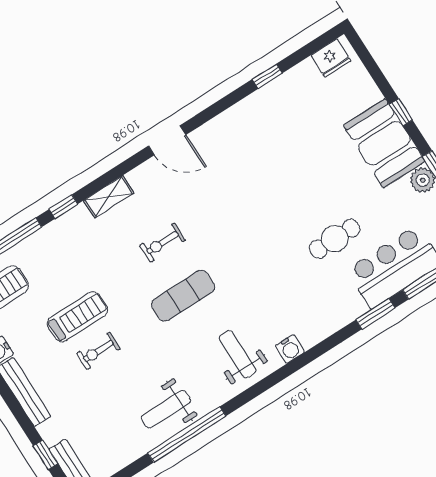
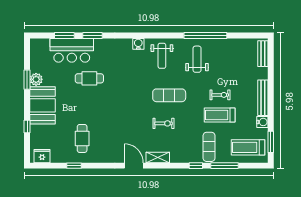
window: (401, 112) -> (27, 127), moved
cafe table: (283, 130) -> (82, 138), added
shelving: (109, 197) -> (158, 157), moved
exercise mat: (61, 252) -> (209, 147), added
weight bench: (166, 409) -> (197, 59), moved, turned -90
window: (46, 455) -> (271, 65), removed

